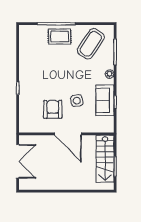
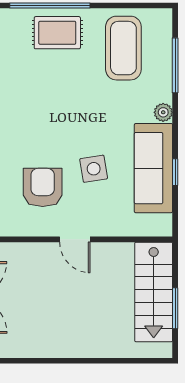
coffee table: (91, 44) -> (123, 48), turned -34
sofa: (105, 100) -> (153, 168), width x1.36
door: (68, 134) -> (75, 239), width x0.53

